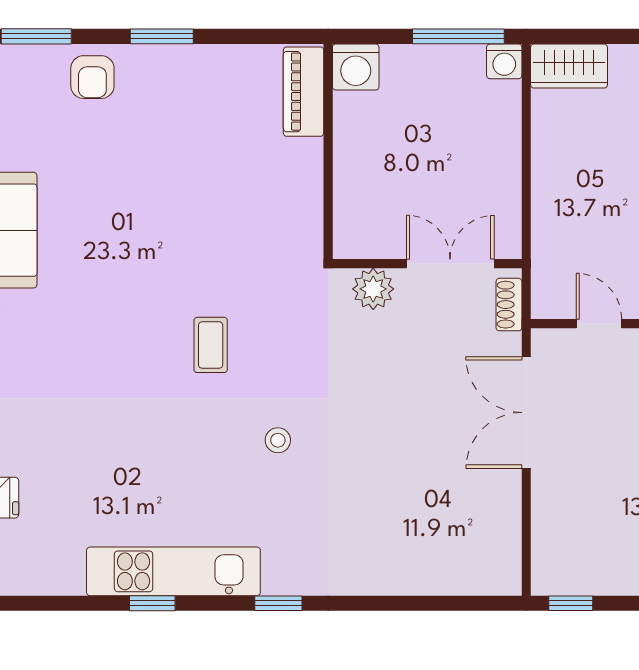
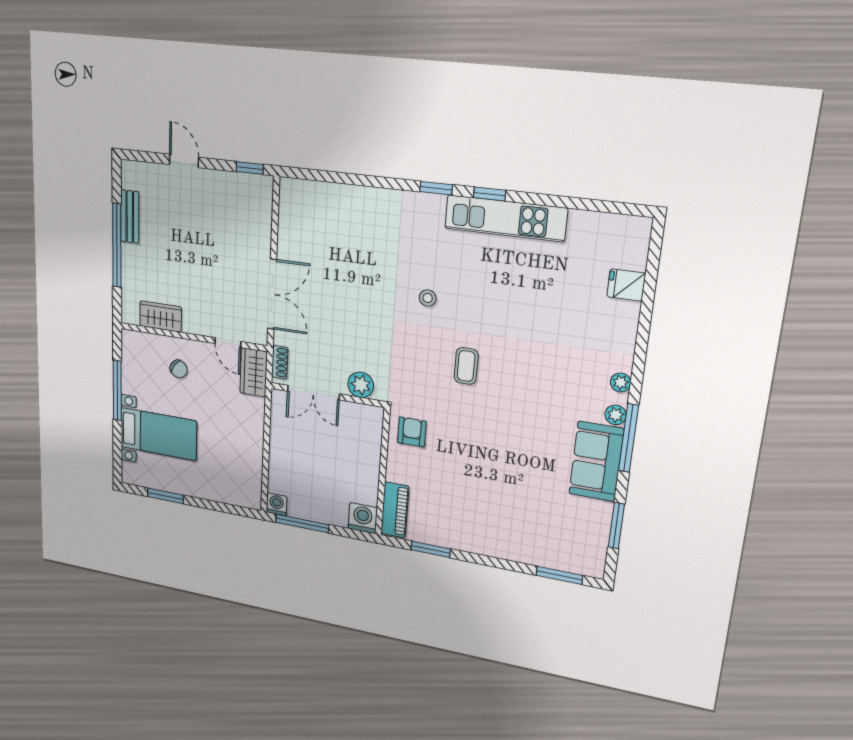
window: (162, 36) -> (431, 549), moved
wardrobe: (569, 66) -> (254, 372), moved, turned -90
armchair: (92, 77) -> (412, 432), moved
window: (152, 603) -> (490, 194), moved

